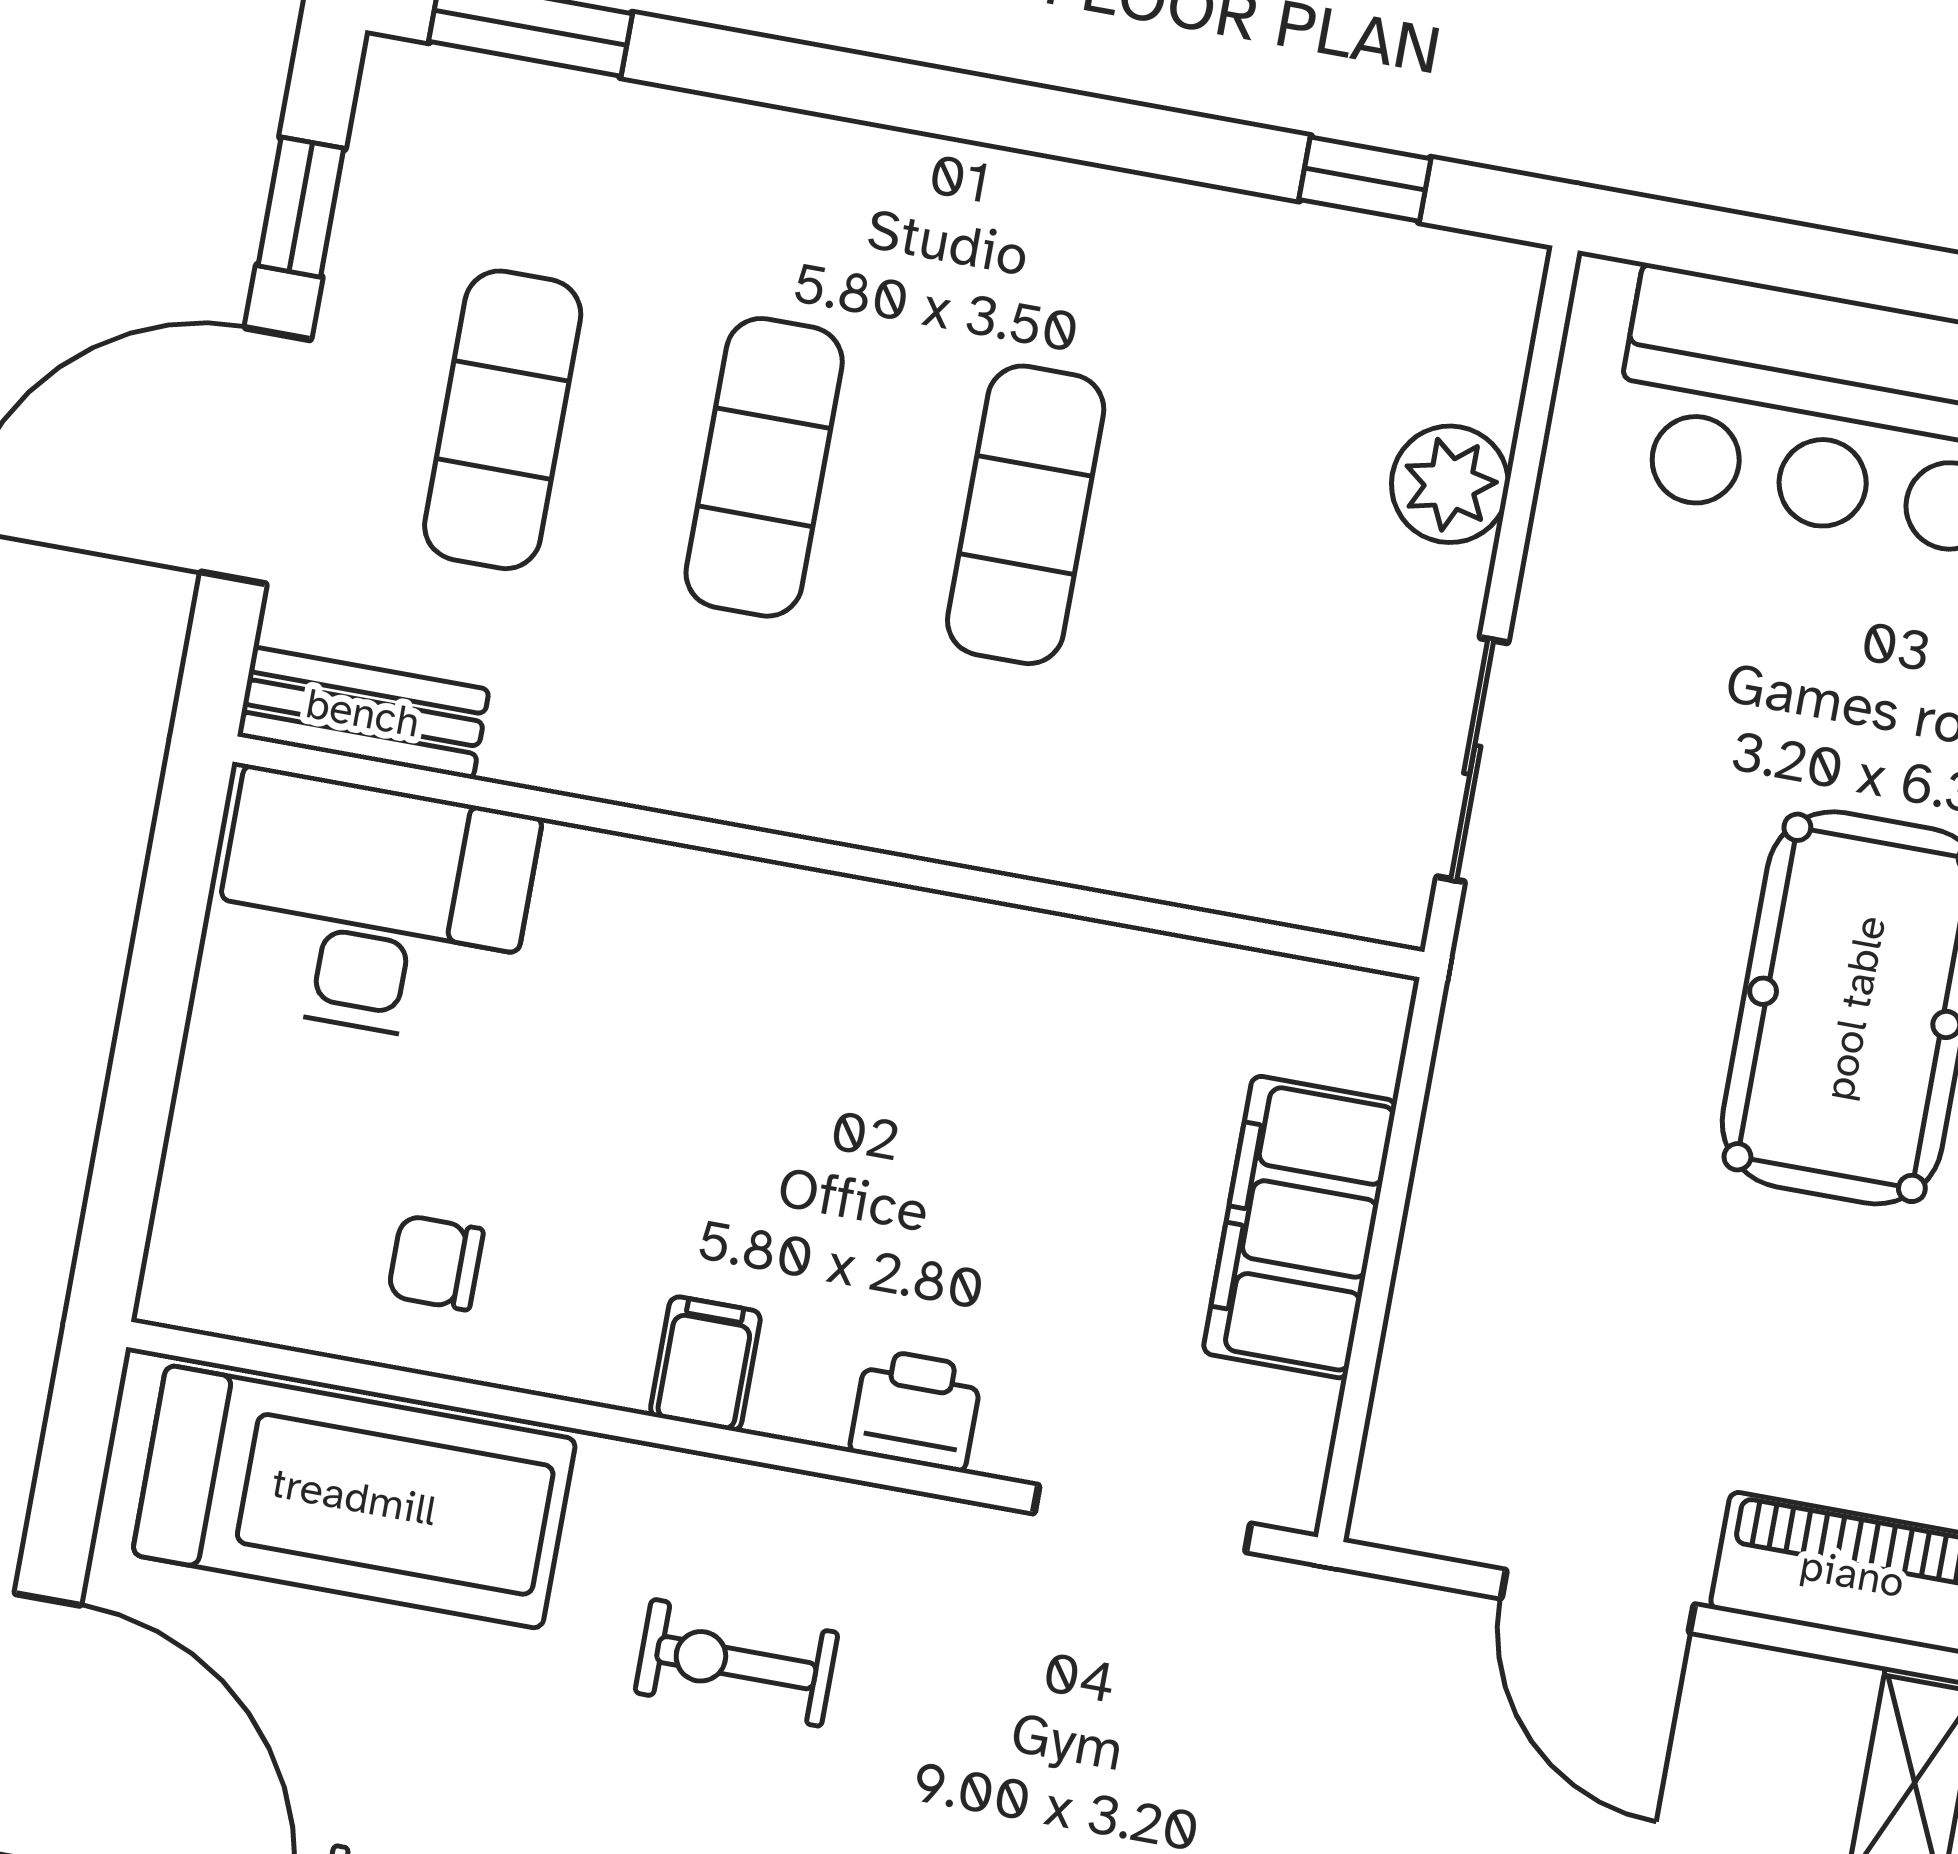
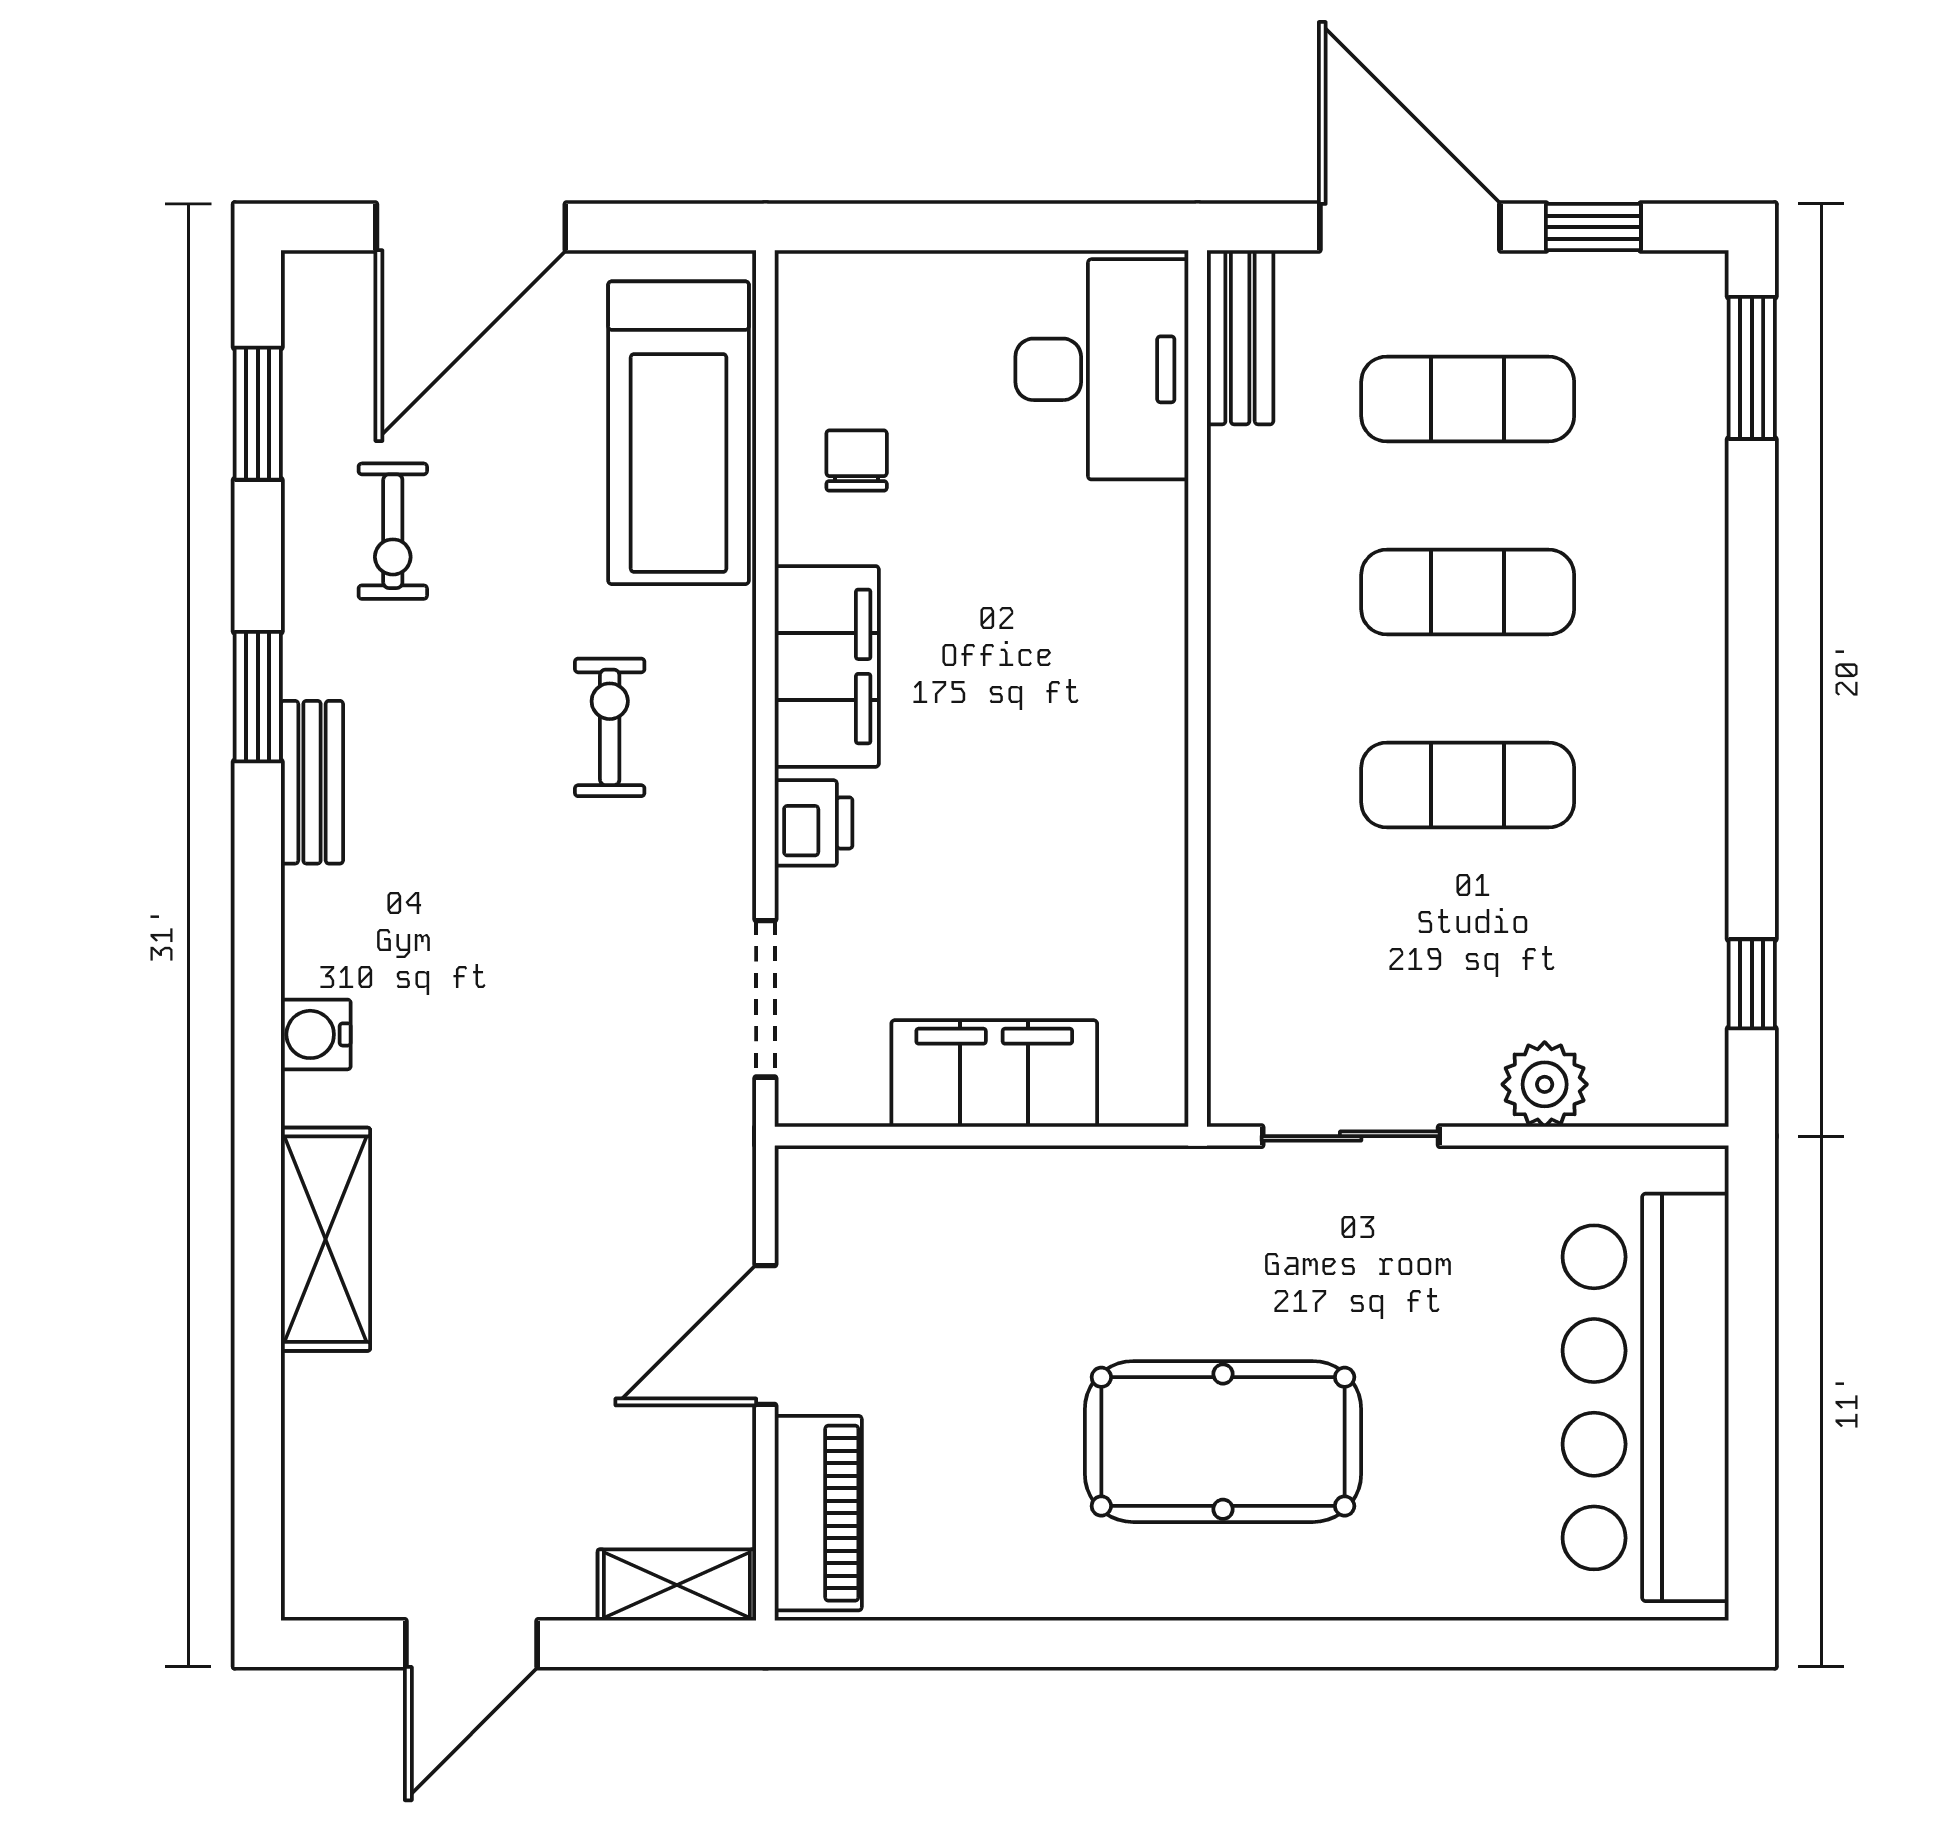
filing cabinet: (705, 1364) -> (827, 666), width x3.00, depth x1.17

